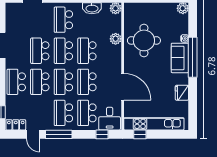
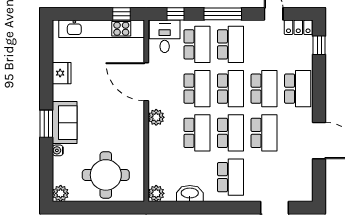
plant: (116, 39) -> (156, 117), moved
round table: (144, 40) -> (106, 175), moved
window: (193, 57) -> (46, 124), width x0.47
window: (59, 134) -> (223, 14), moved

